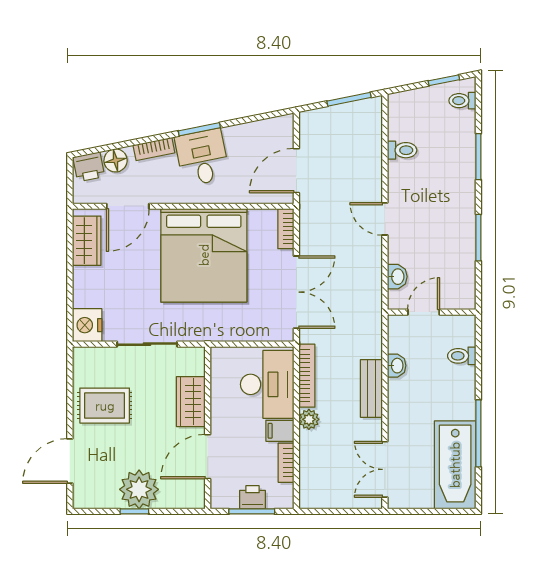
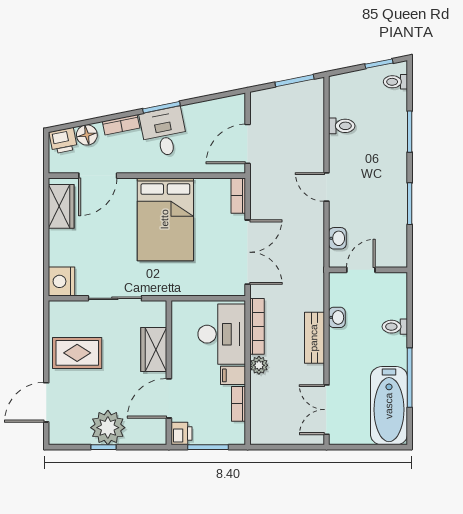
bed: (204, 255) -> (165, 219), width x0.73
toilet: (462, 356) -> (395, 327), moved
printer: (253, 497) -> (181, 434), moved, turned 90

